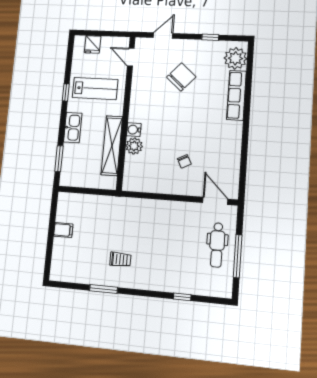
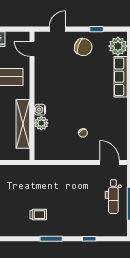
chair: (181, 77) -> (83, 47), moved, turned 67
window: (104, 289) -> (51, 239), moved

